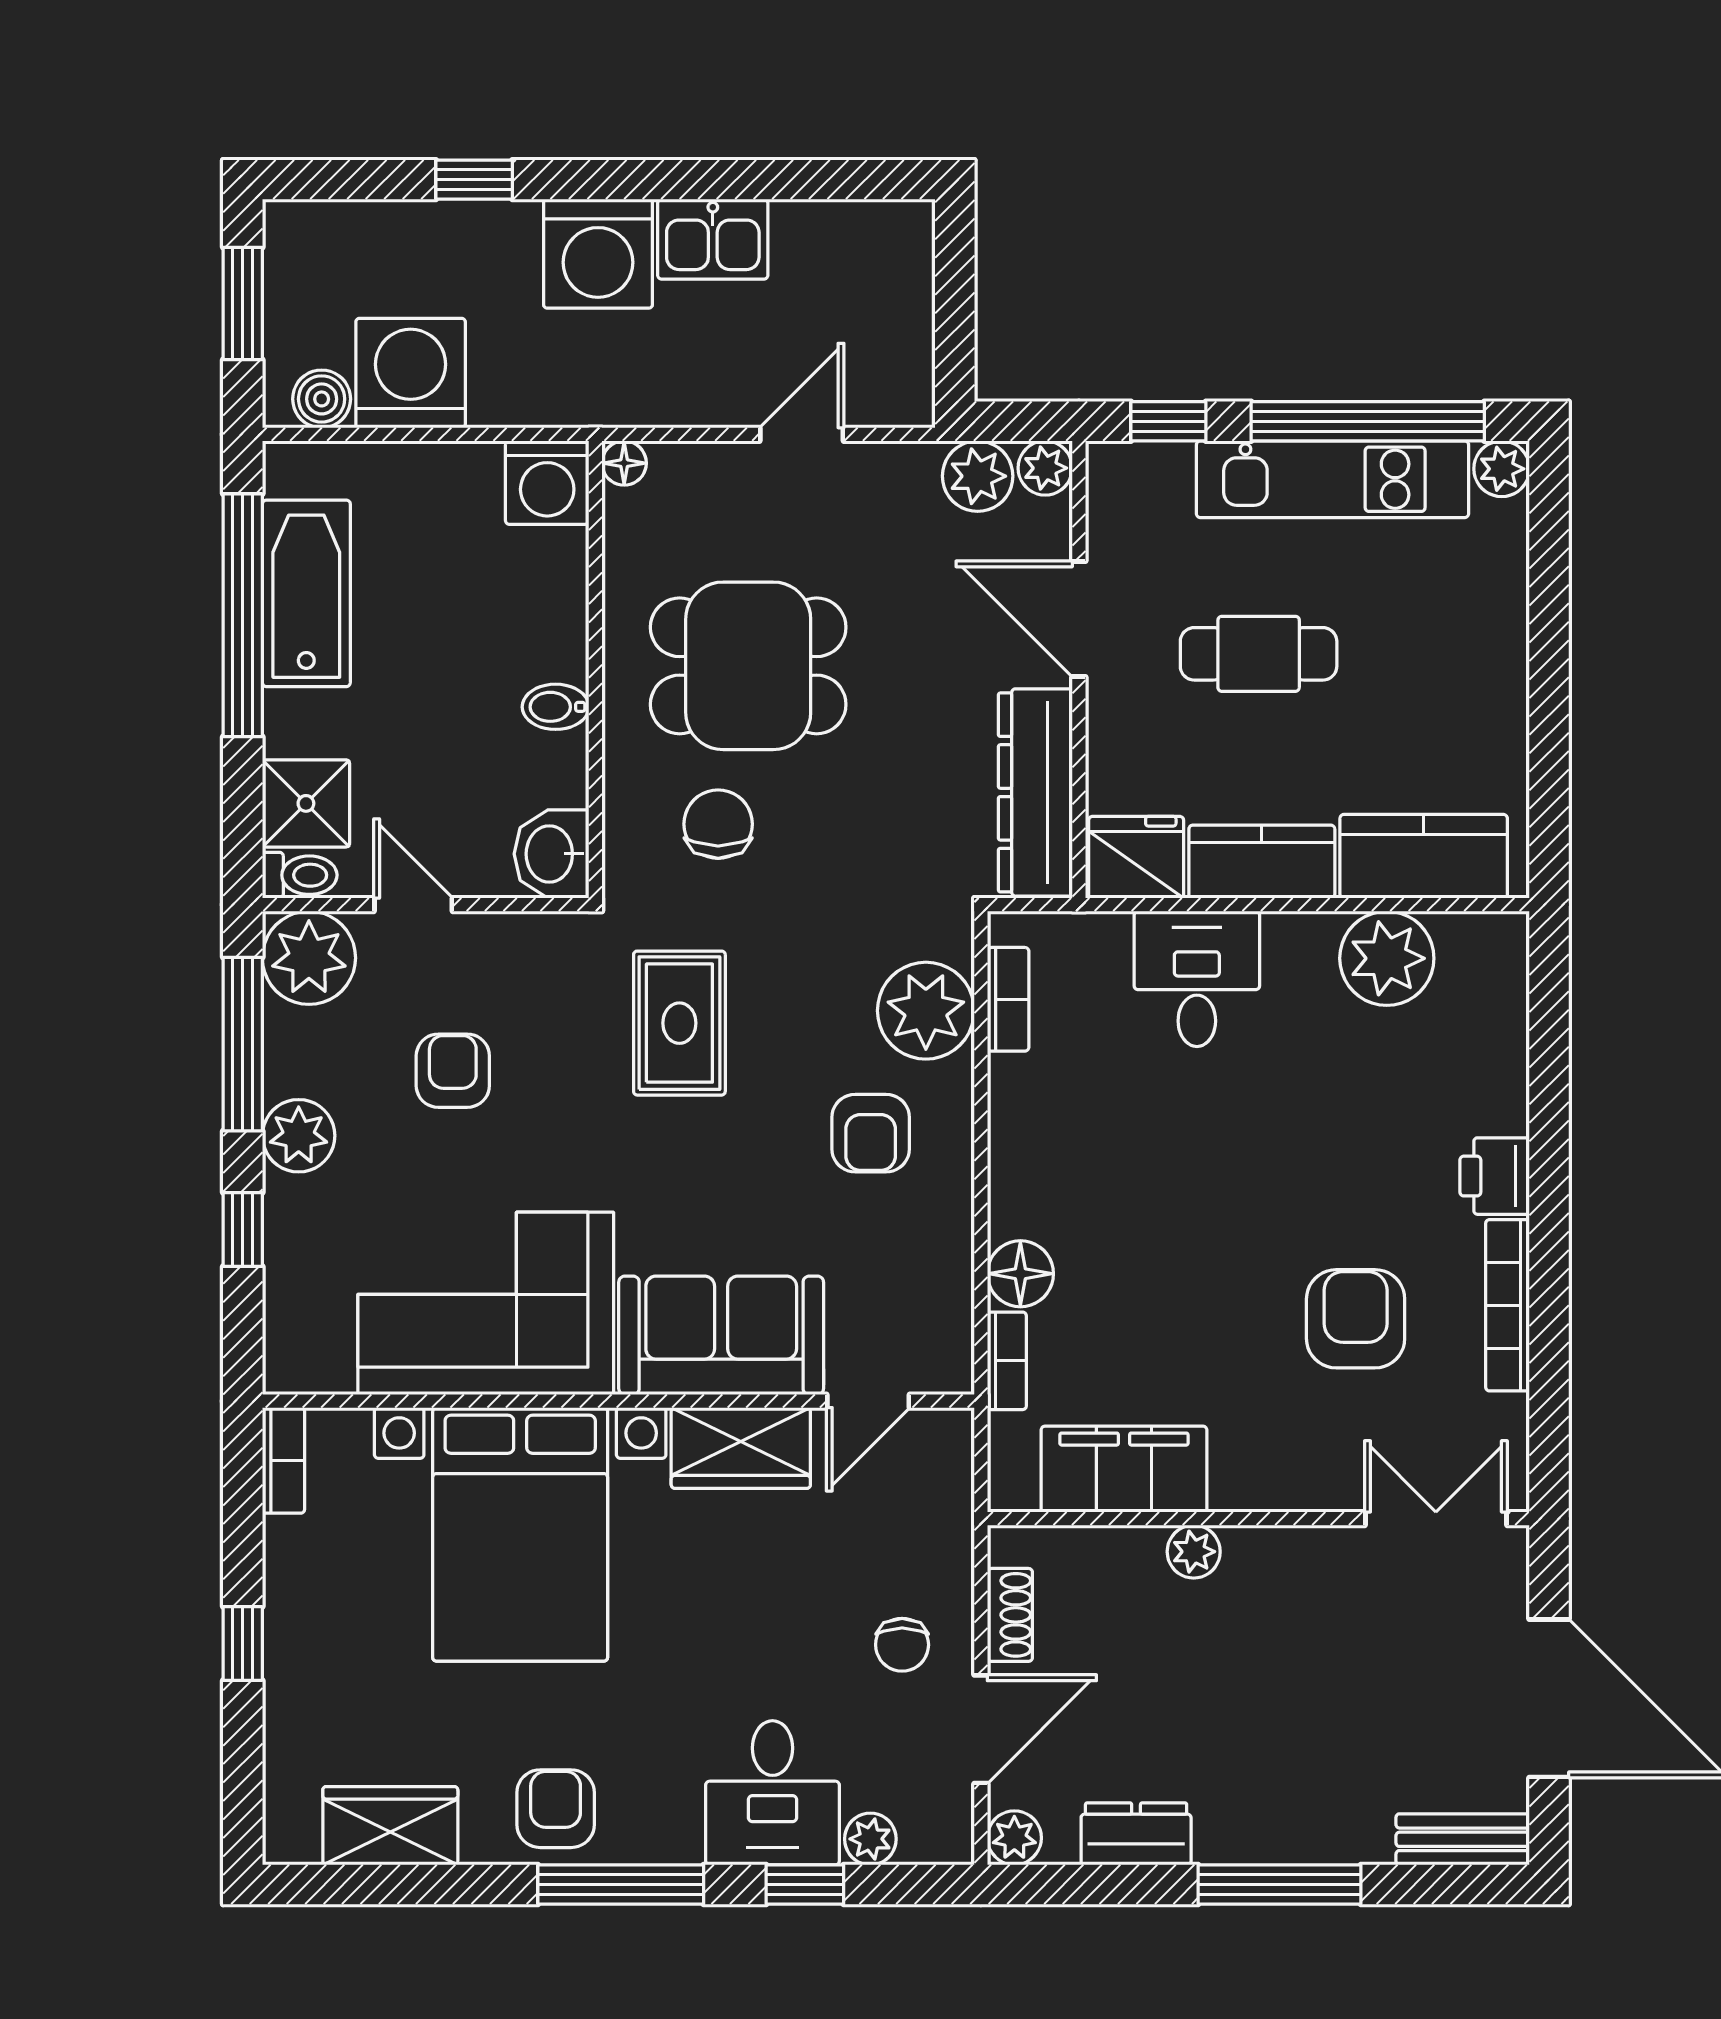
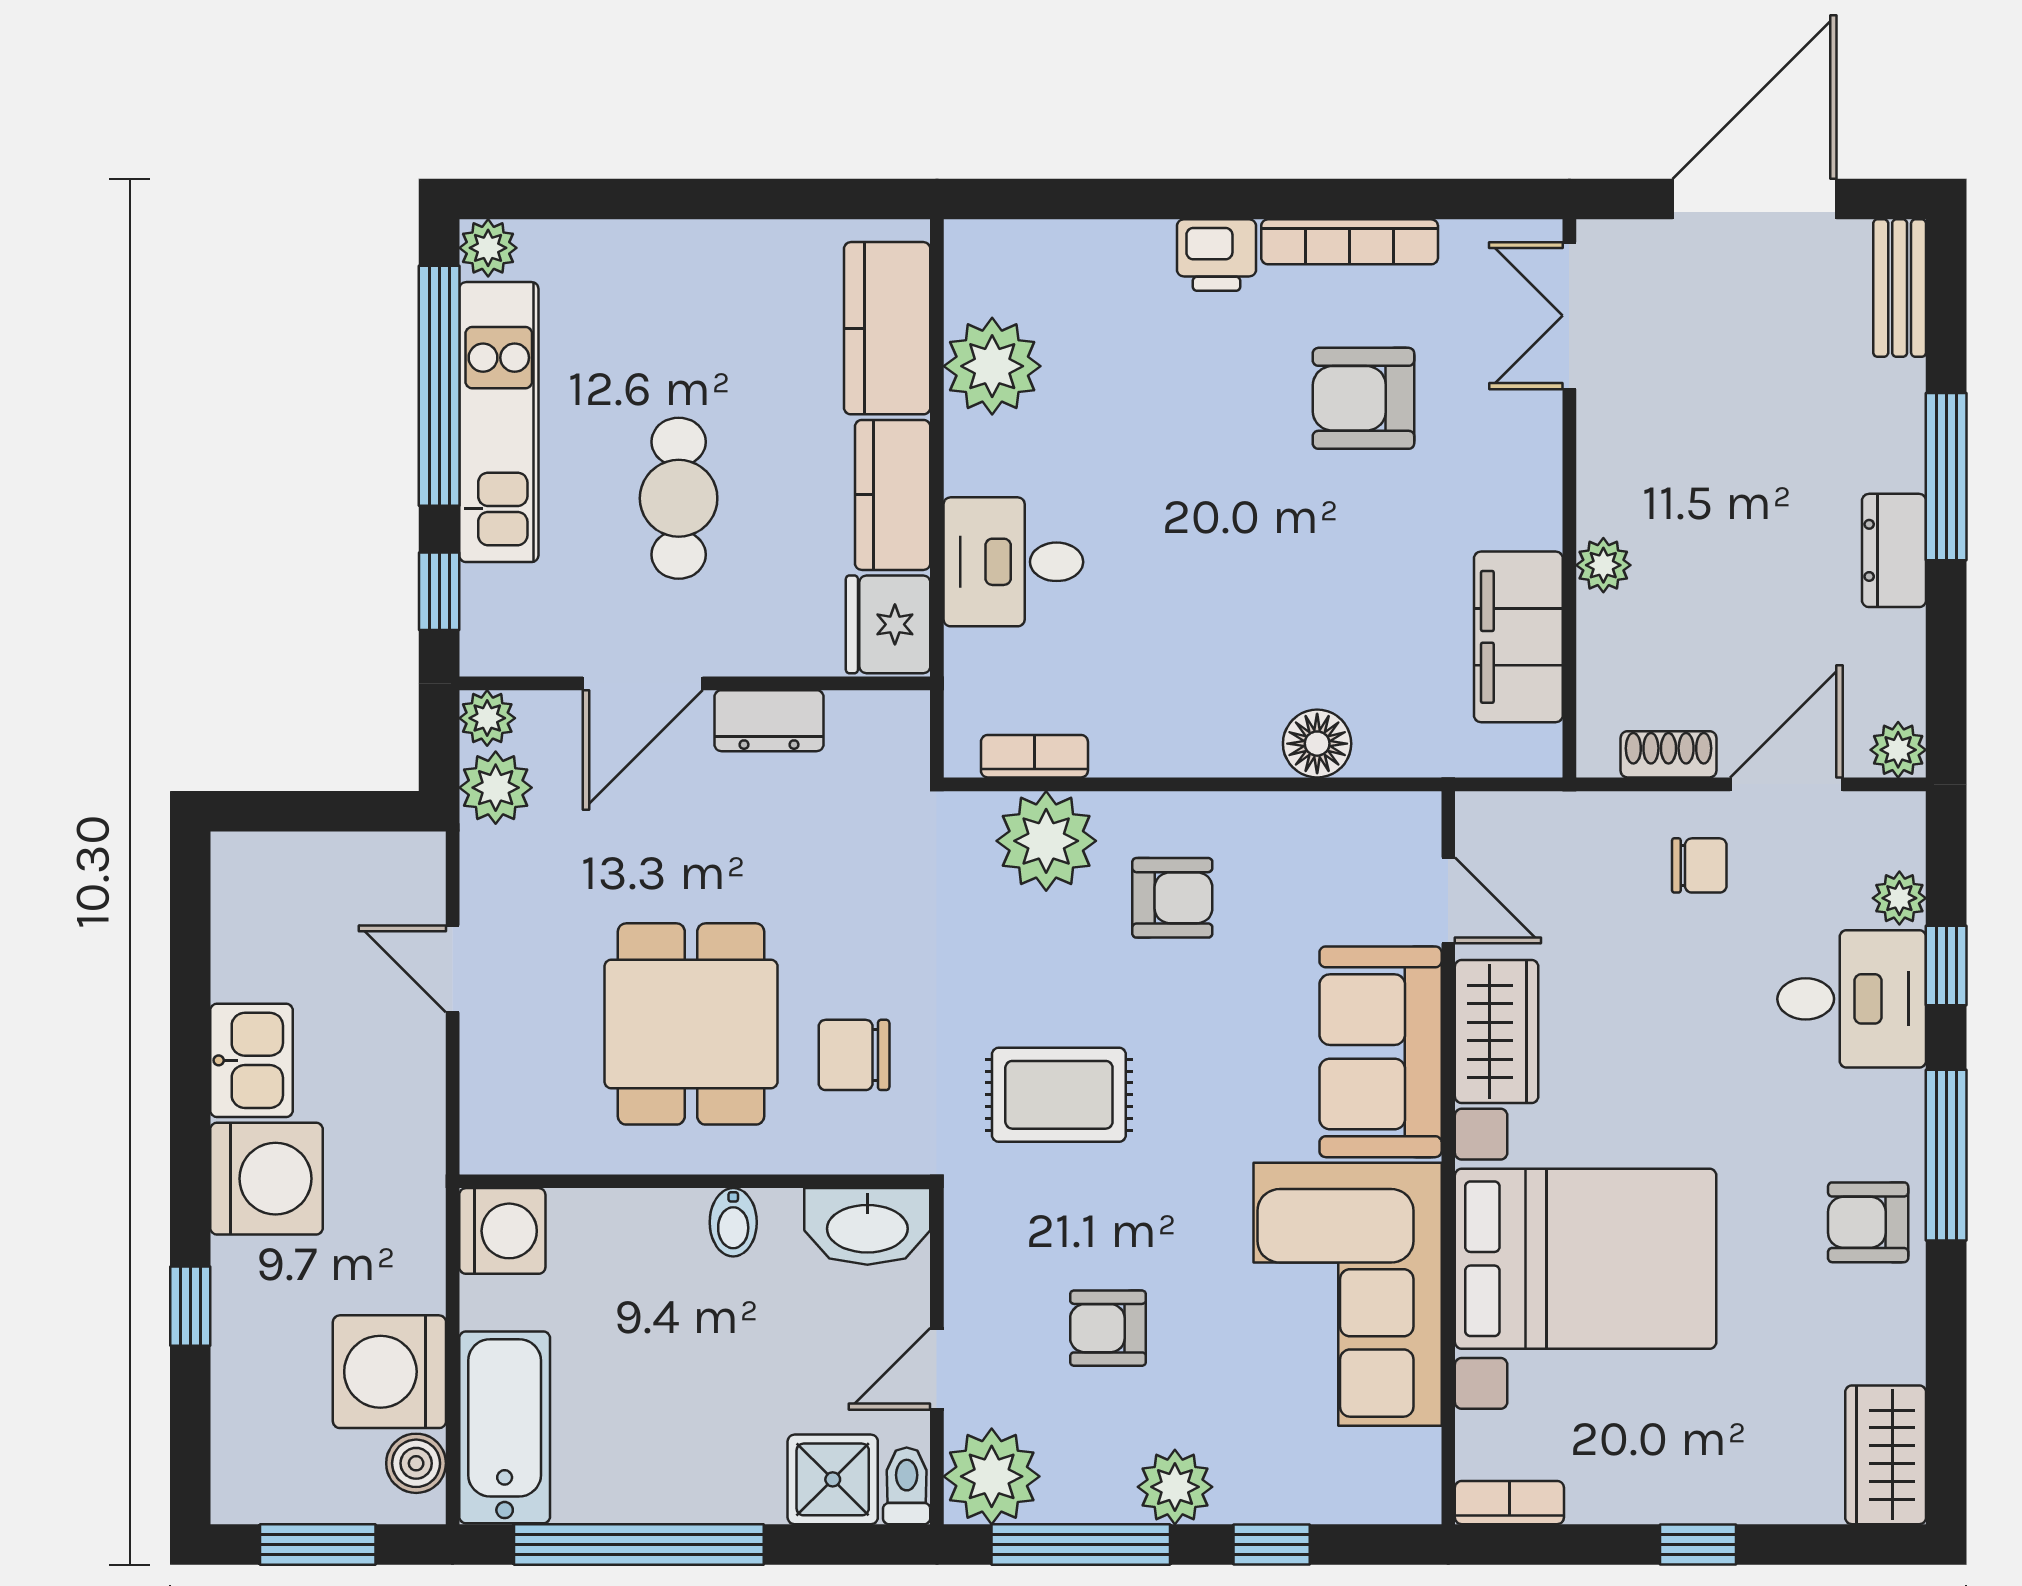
floor lamp: (624, 463) -> (482, 1152), removed
bathtub: (306, 593) -> (505, 1427), moved, turned 90
dresser: (1035, 792) -> (769, 721), width x0.51, depth x0.80
washbasin: (552, 854) -> (867, 1226), width x1.38
bookcase: (1007, 1361) -> (1407, 757), removed
door: (981, 1729) -> (1786, 784), hinge flipped
wardrobe: (390, 1826) -> (1886, 1455), moved
dresser: (1136, 1834) -> (1894, 550), moved

